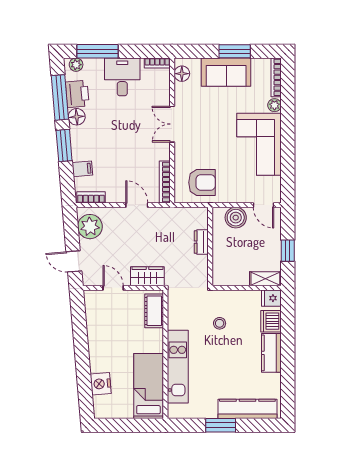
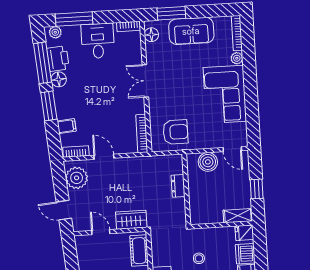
window: (235, 51) -> (171, 13), moved
door: (137, 205) -> (104, 157), moved

